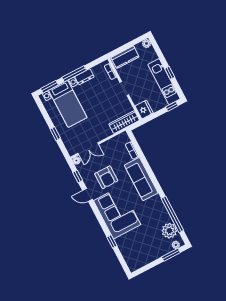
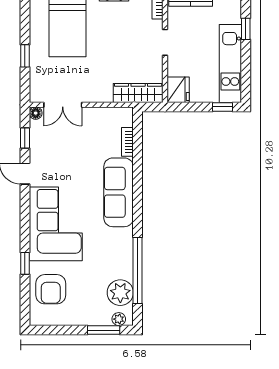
window: (170, 73) -> (246, 29), moved
armchair: (106, 177) -> (51, 289), moved

